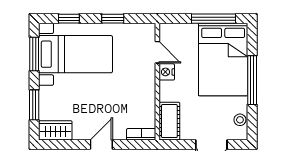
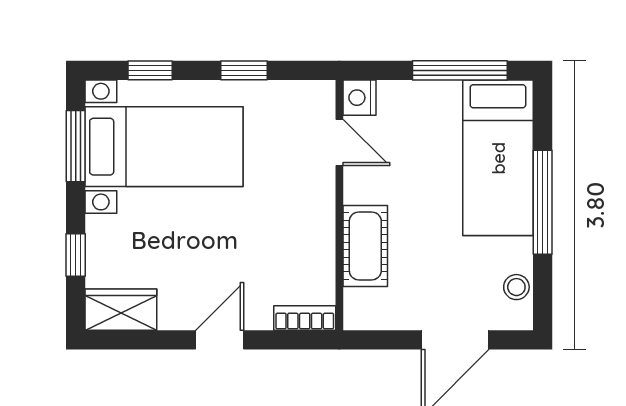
bed: (223, 59) -> (498, 158), width x0.67
nightstand: (167, 72) -> (360, 98), moved
window: (34, 105) -> (76, 255), width x0.67
cot: (169, 121) -> (365, 246), moved

